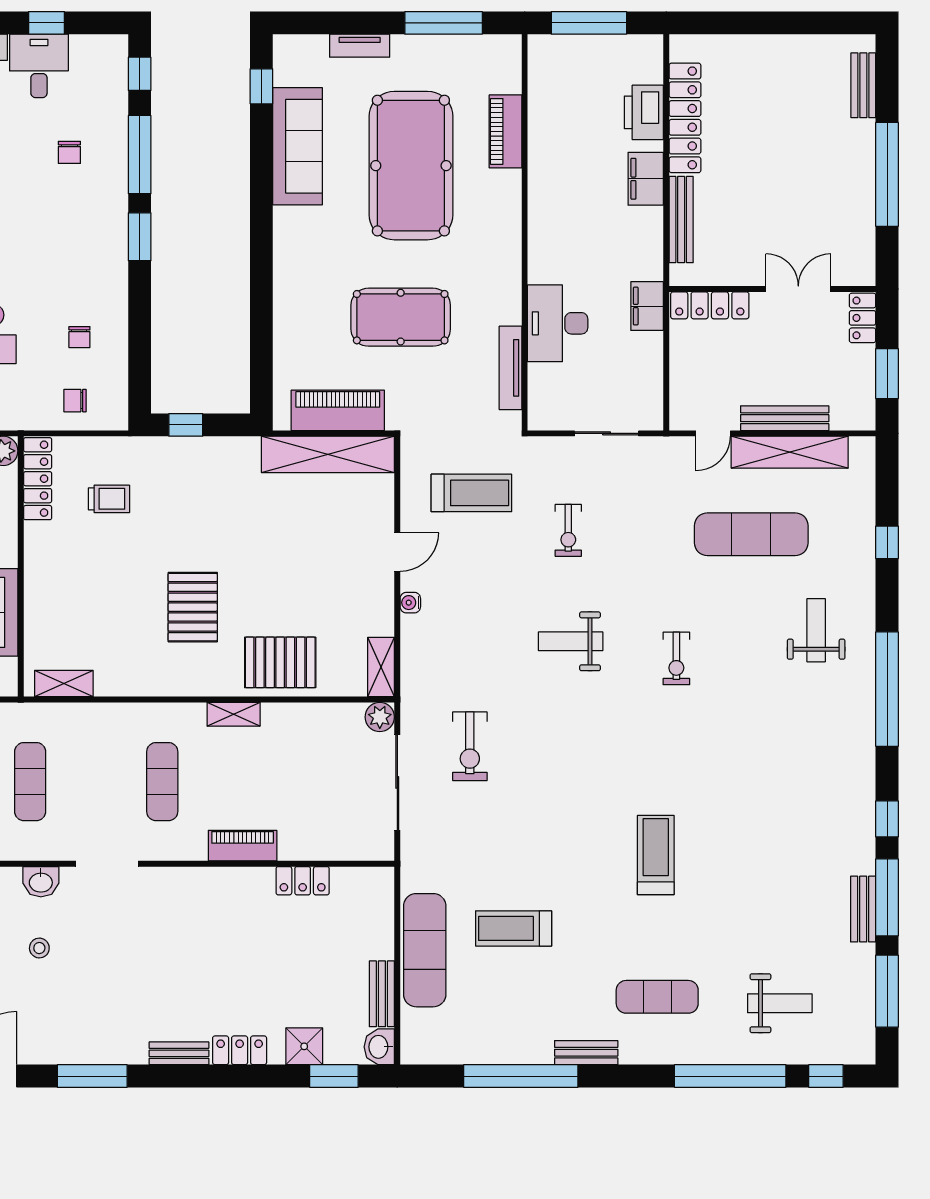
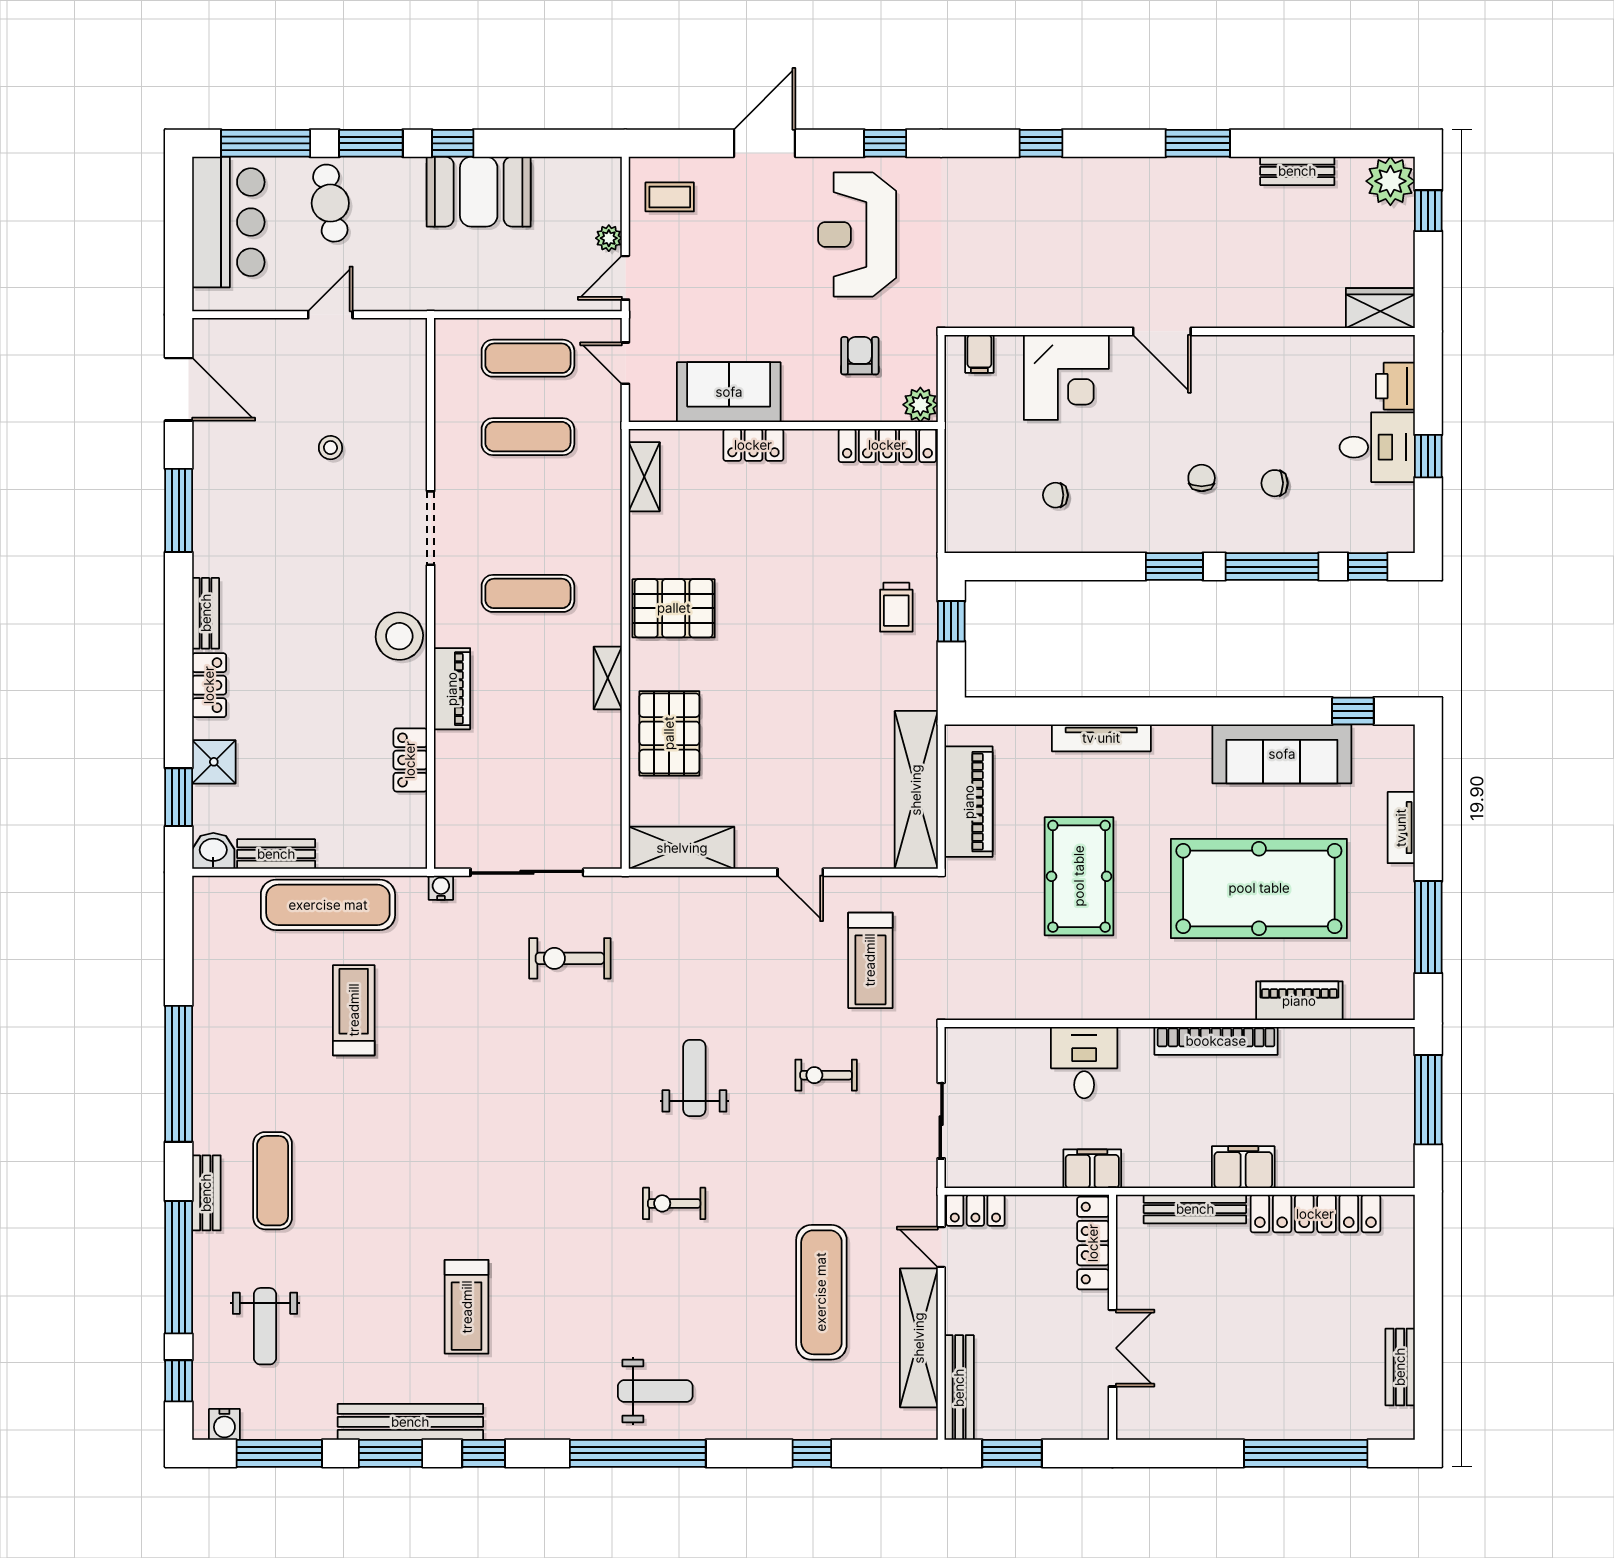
bench: (863, 85) -> (1400, 1367), moved, turned 90
printer: (644, 112) -> (1322, 1165), removed
window: (887, 174) -> (1306, 1453), moved
bookcase: (539, 202) -> (1216, 1041), added
locker: (863, 318) -> (975, 1210), moved, turned 180
desk: (558, 323) -> (1084, 1063), width x0.73
tv unit: (511, 368) -> (1101, 738), moved, turned 180
chair: (75, 401) -> (1202, 478), moved
bench: (785, 418) -> (959, 1388), moved
trolley: (109, 499) -> (896, 607), moved
locker: (37, 592) -> (753, 445), added
water cooler: (410, 603) -> (441, 888), moved
pallet: (193, 607) -> (674, 608), moved
weight bench: (816, 630) -> (655, 1391), moved
shelving: (381, 667) -> (682, 848), width x1.50, depth x1.33
plant: (380, 717) -> (605, 851), removed
treadmill: (656, 855) -> (467, 1307), moved, turned 90
washbasin: (41, 882) -> (409, 449), removed
stool: (198, 890) -> (399, 636), added
window: (887, 897) -> (391, 1453), width x0.69
bench: (863, 909) -> (410, 1422), width x1.86, depth x1.21
water cooler: (863, 1037) -> (224, 1424), added
bench: (586, 1053) -> (206, 1193), moved
window: (521, 1076) -> (179, 1074), moved

